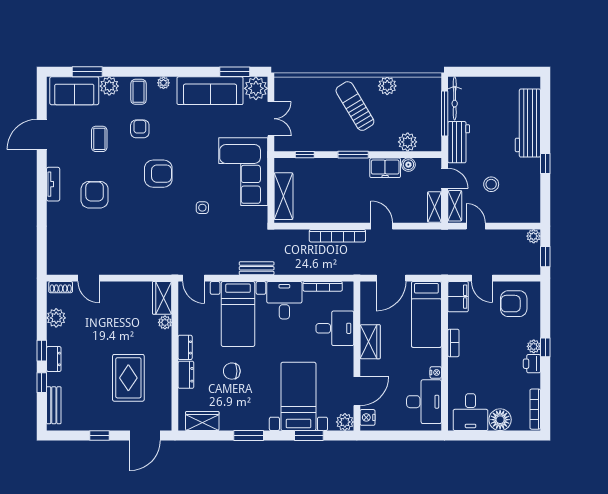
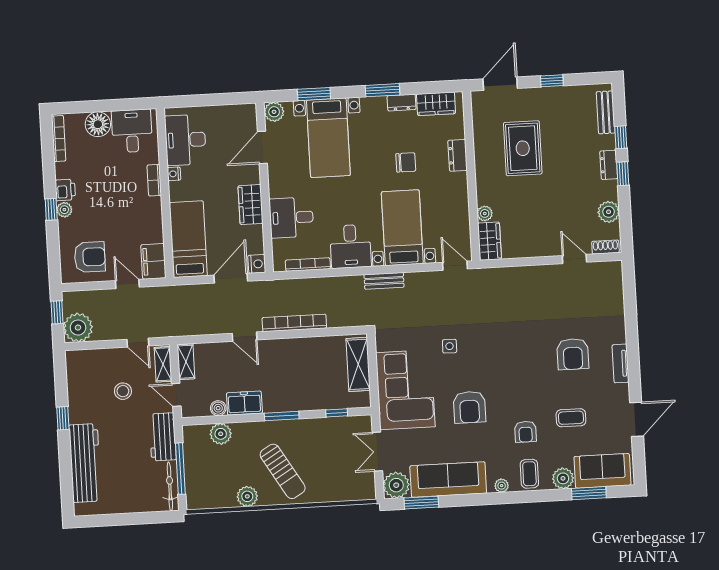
coffee table: (99, 139) -> (571, 418), turned 90
armchair: (158, 174) -> (469, 407), moved, turned -90
plant: (534, 236) -> (78, 328), width x1.87, depth x1.87
bookcase: (453, 343) -> (154, 180), moved
dresser: (185, 347) -> (402, 103), moved, turned -90
nightstand: (367, 417) -> (257, 264), moved

